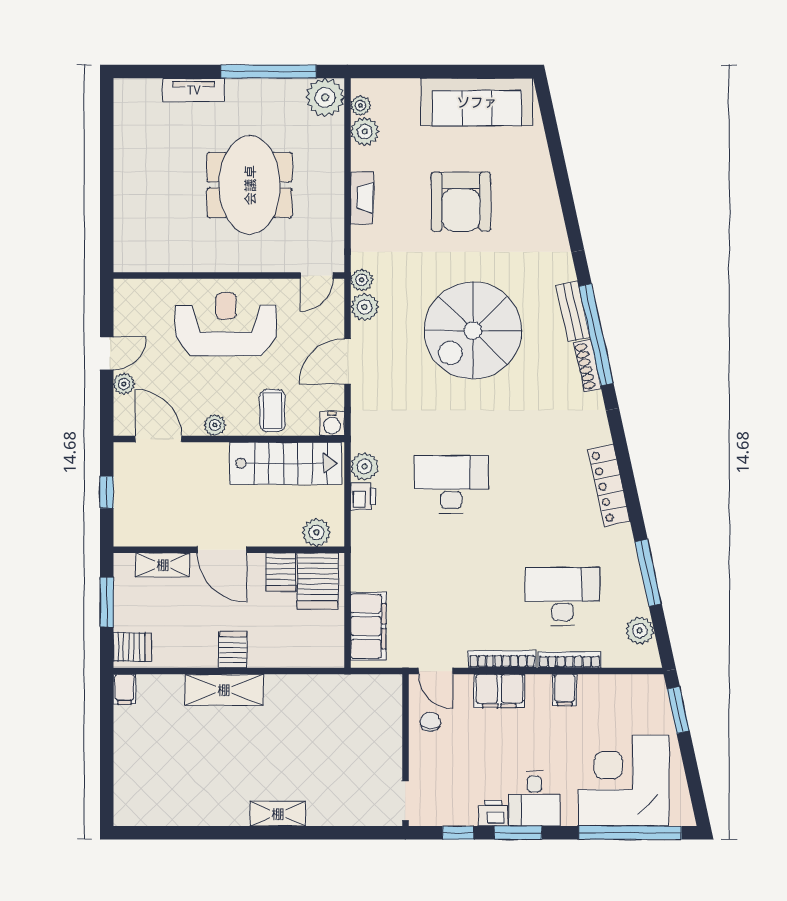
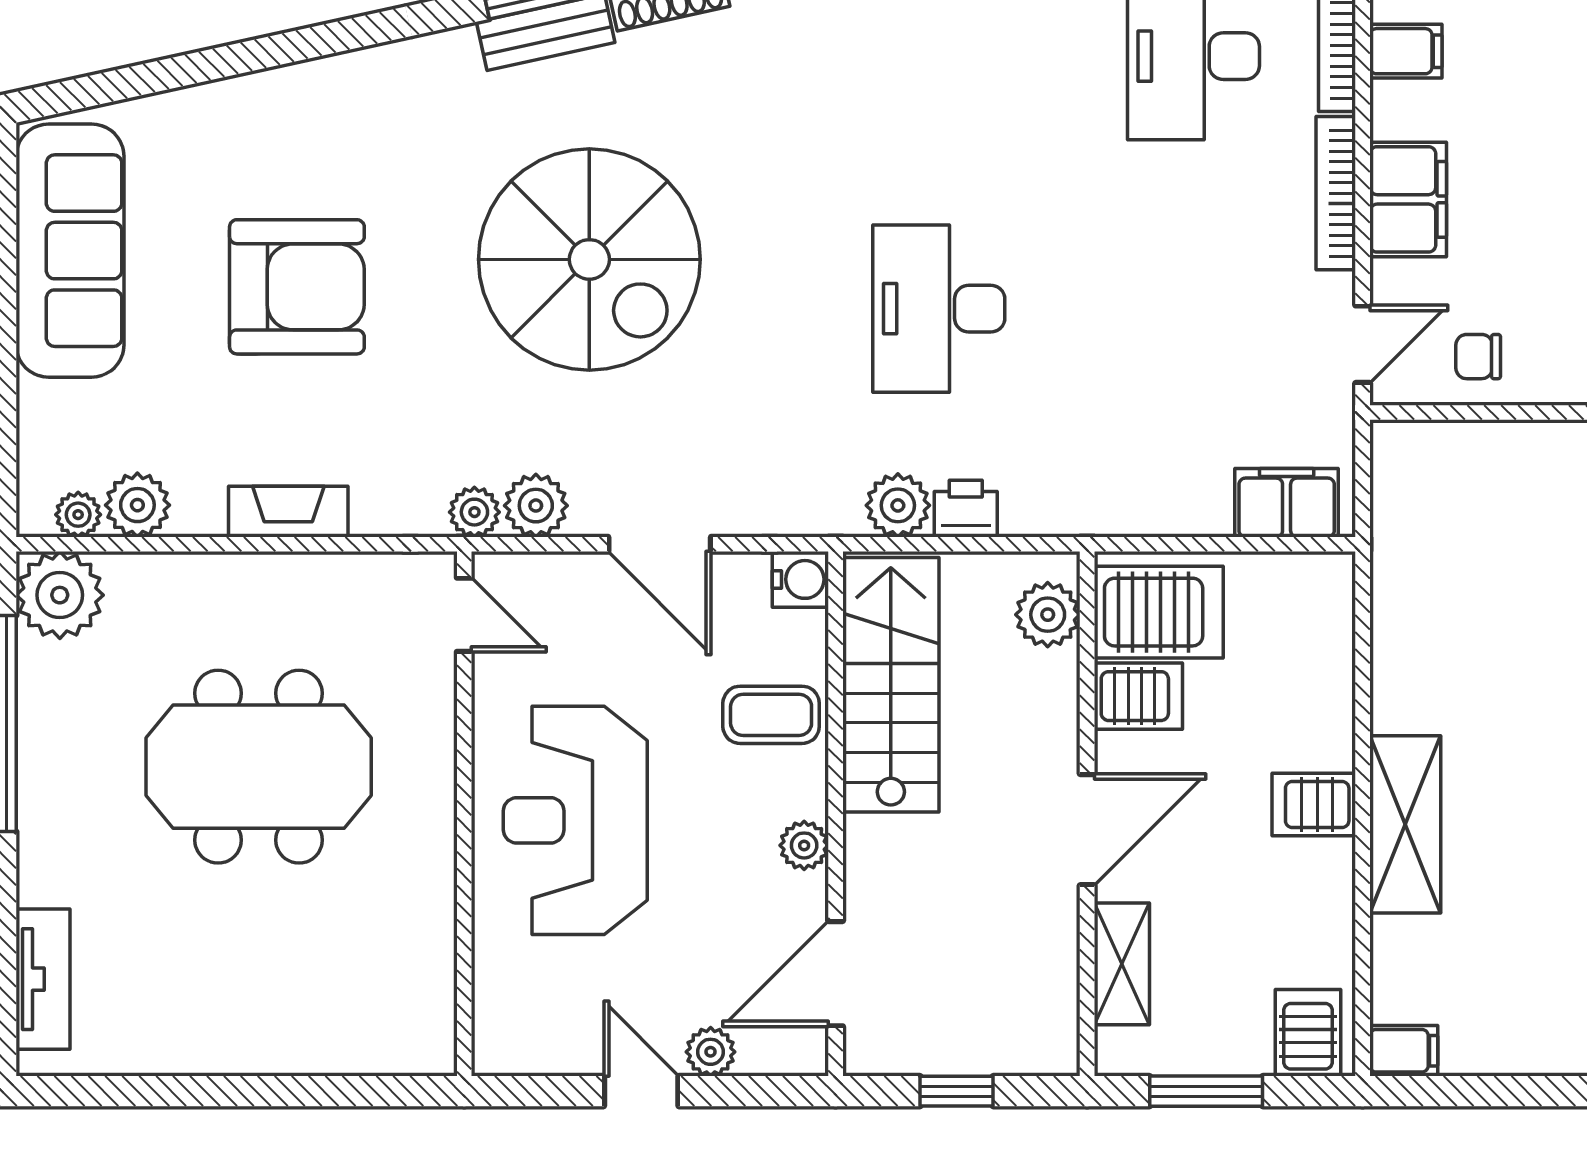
tv unit: (194, 90) -> (43, 979), moved
filing cabinet: (368, 626) -> (1287, 503), width x0.67, depth x0.86

